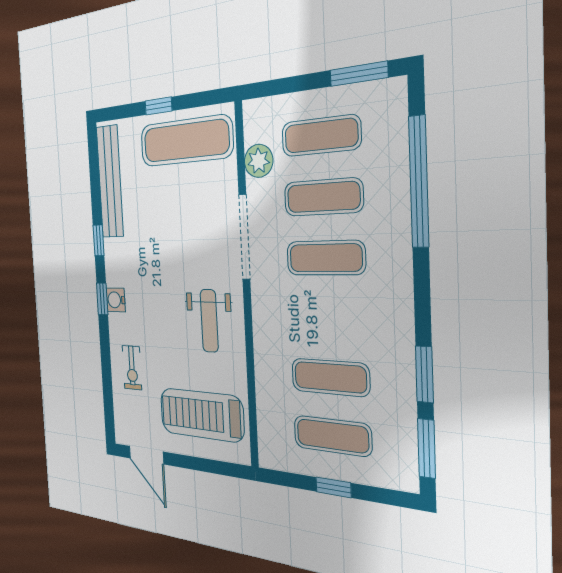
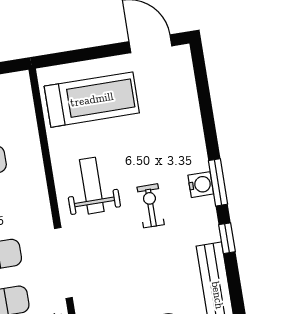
window: (102, 299) -> (218, 182), width x1.50
exercise bike: (132, 368) -> (151, 206), moved

